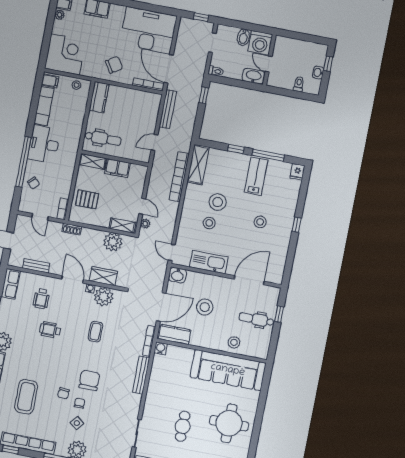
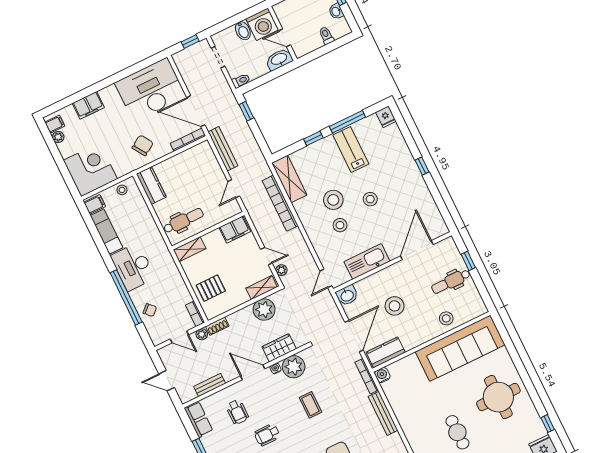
filing cabinet: (117, 168) -> (235, 230), moved
stool: (260, 222) -> (370, 199), moved
plant: (57, 227) -> (202, 334), added
door: (172, 252) -> (326, 278), hinge flipped

